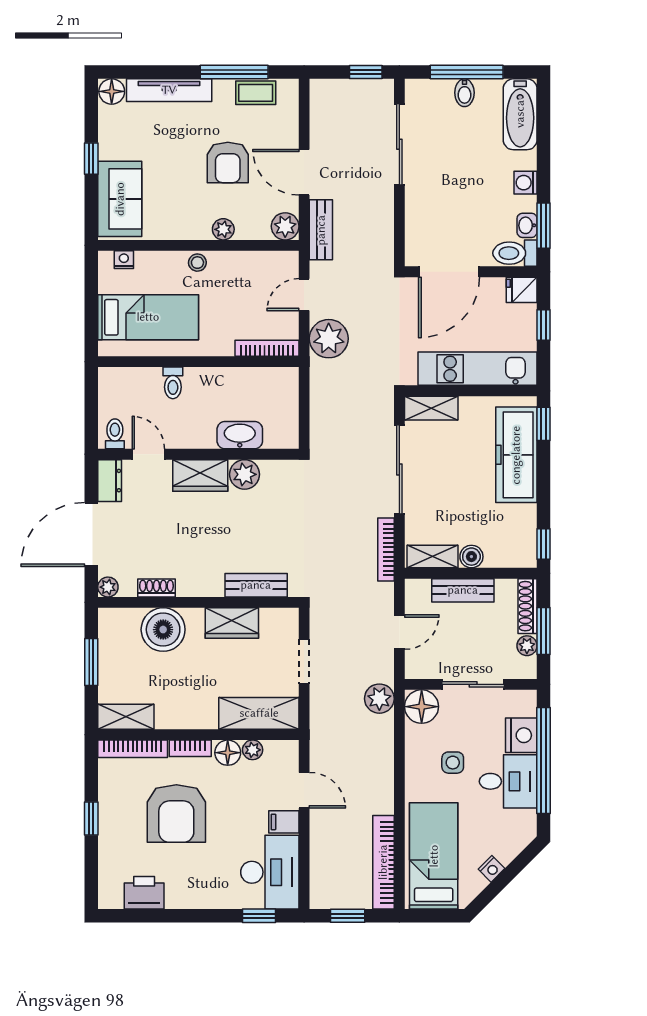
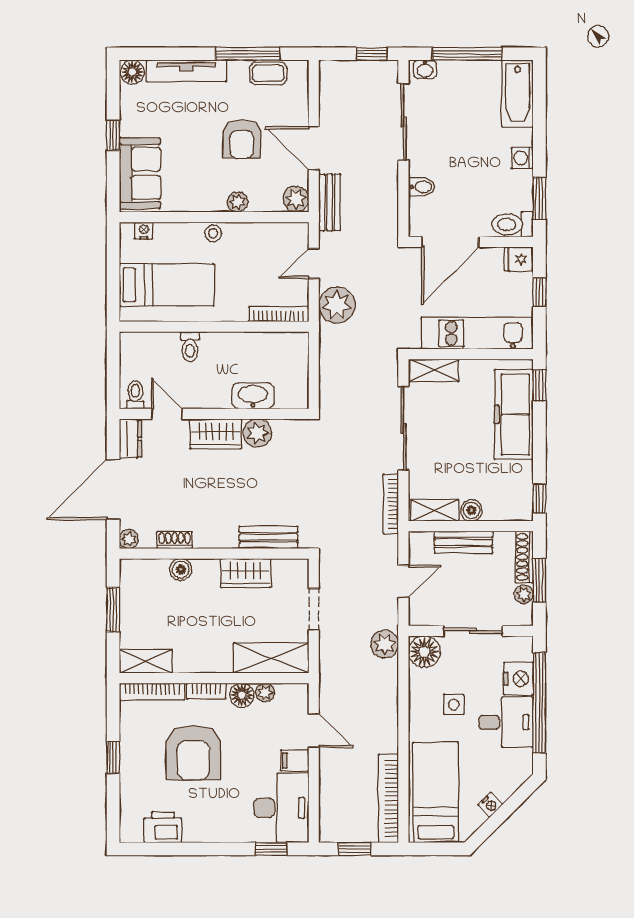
bidet: (464, 93) -> (422, 187), moved, turned -90
washbasin: (527, 225) -> (425, 69), moved, turned -90
boiler: (163, 630) -> (181, 570), width x0.54, depth x0.54

